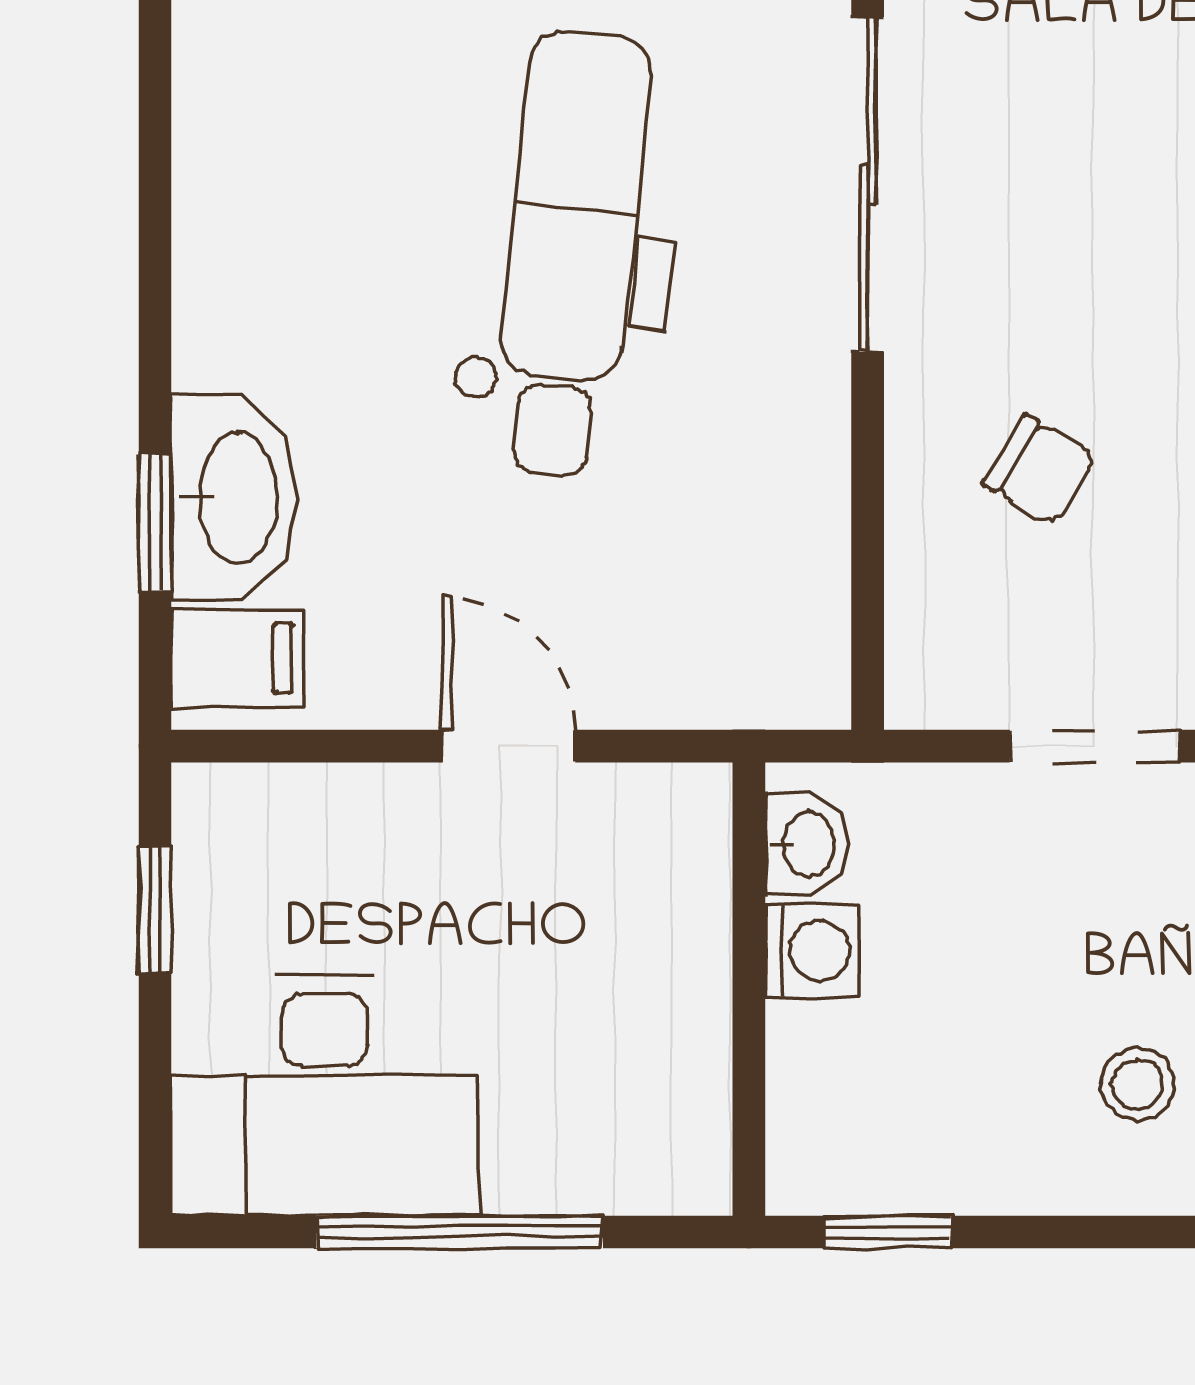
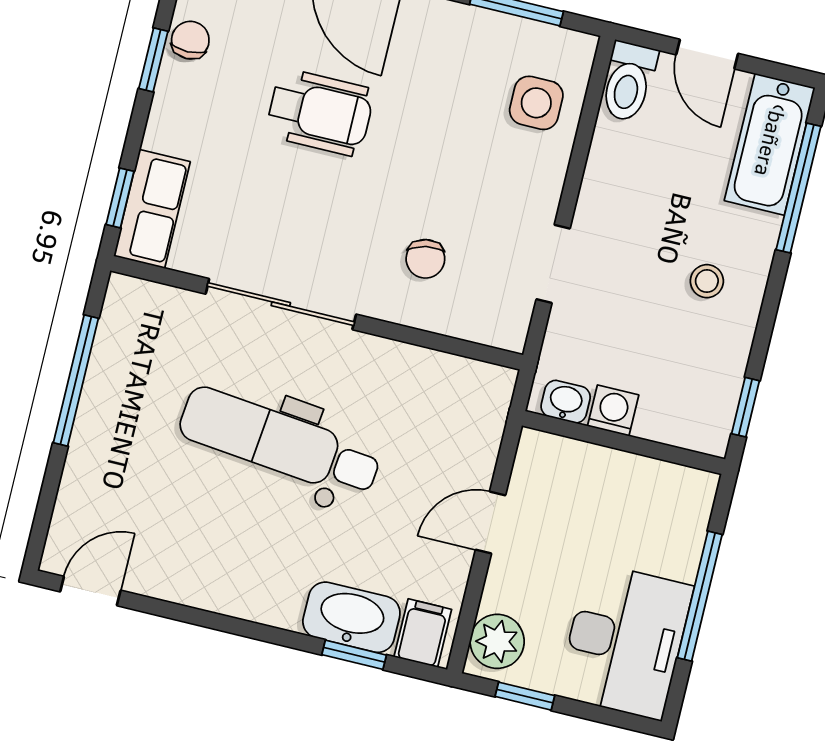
chair: (1039, 470) -> (425, 259), turned 138
plant: (258, 822) -> (497, 641), added

